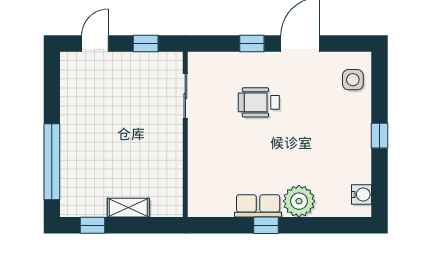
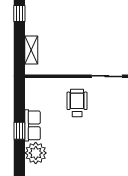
wheelchair: (259, 102) -> (77, 103), moved
shelving: (128, 208) -> (31, 50), moved

